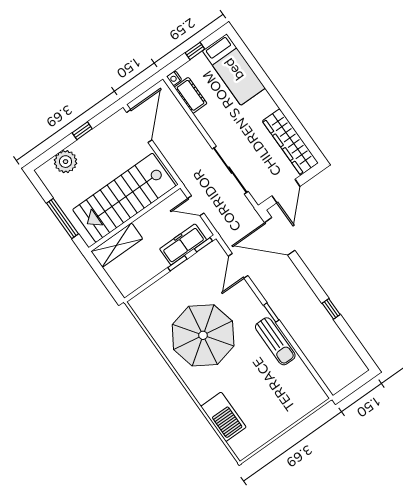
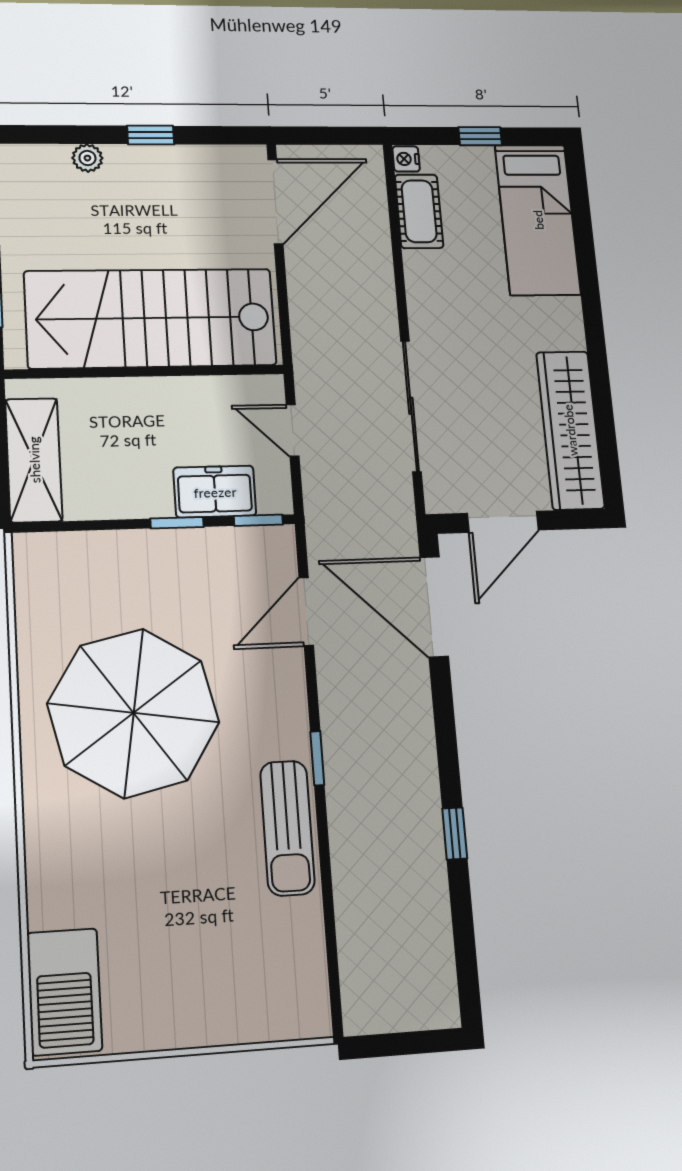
plant: (66, 162) -> (87, 158), width x0.53, depth x0.53
freezer: (183, 244) -> (215, 492), width x0.71
shelving: (117, 245) -> (34, 460), moved, turned 90
barbecue: (223, 417) -> (64, 992), moved

